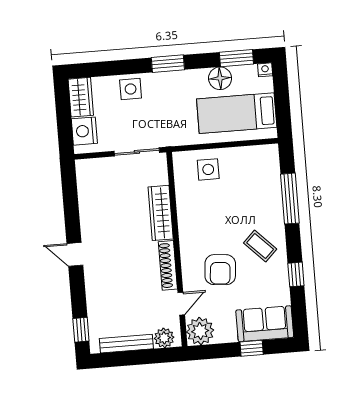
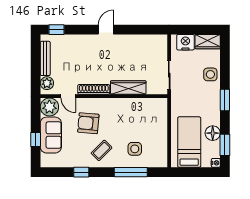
side table: (208, 169) -> (135, 149), moved
sofa: (265, 324) -> (51, 135), moved

